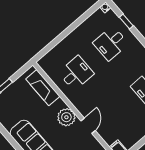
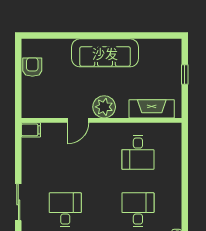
door: (88, 126) -> (78, 120), hinge flipped

